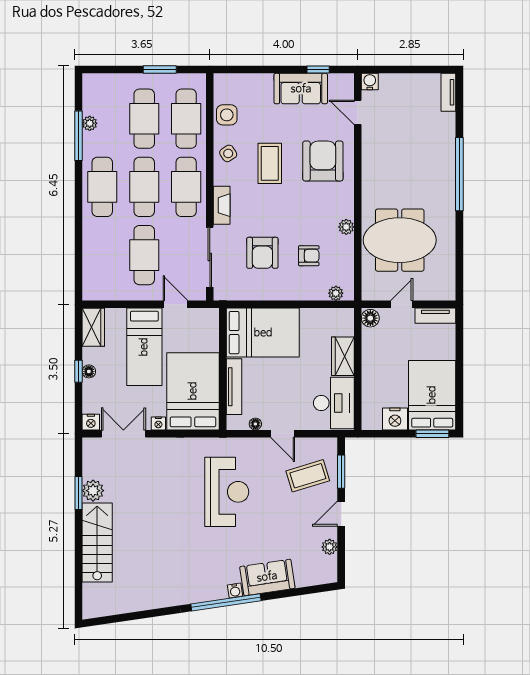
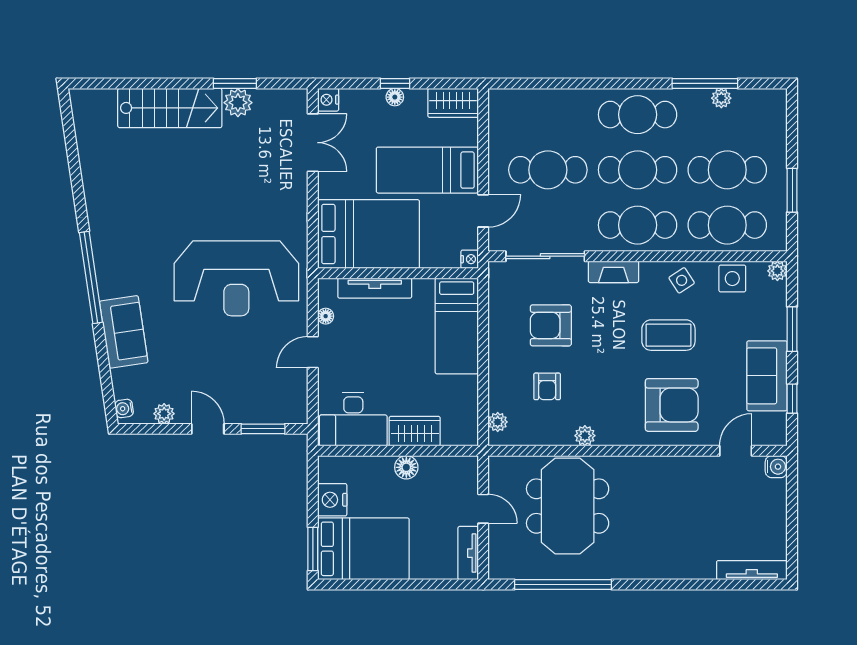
window: (265, 69) -> (792, 329), added
plant: (221, 81) -> (777, 271), added
tv unit: (448, 92) -> (752, 570), width x1.41
window: (459, 174) -> (563, 585), moved
floor lamp: (370, 318) -> (406, 467), moved
bed: (263, 333) -> (457, 326), width x0.67
nightstand: (158, 423) -> (470, 259), moved, turned 180
coffee table: (308, 476) -> (257, 385), removed
reception desk: (227, 492) -> (236, 278), width x1.36, depth x1.30
water cooler: (235, 591) -> (124, 408), moved

